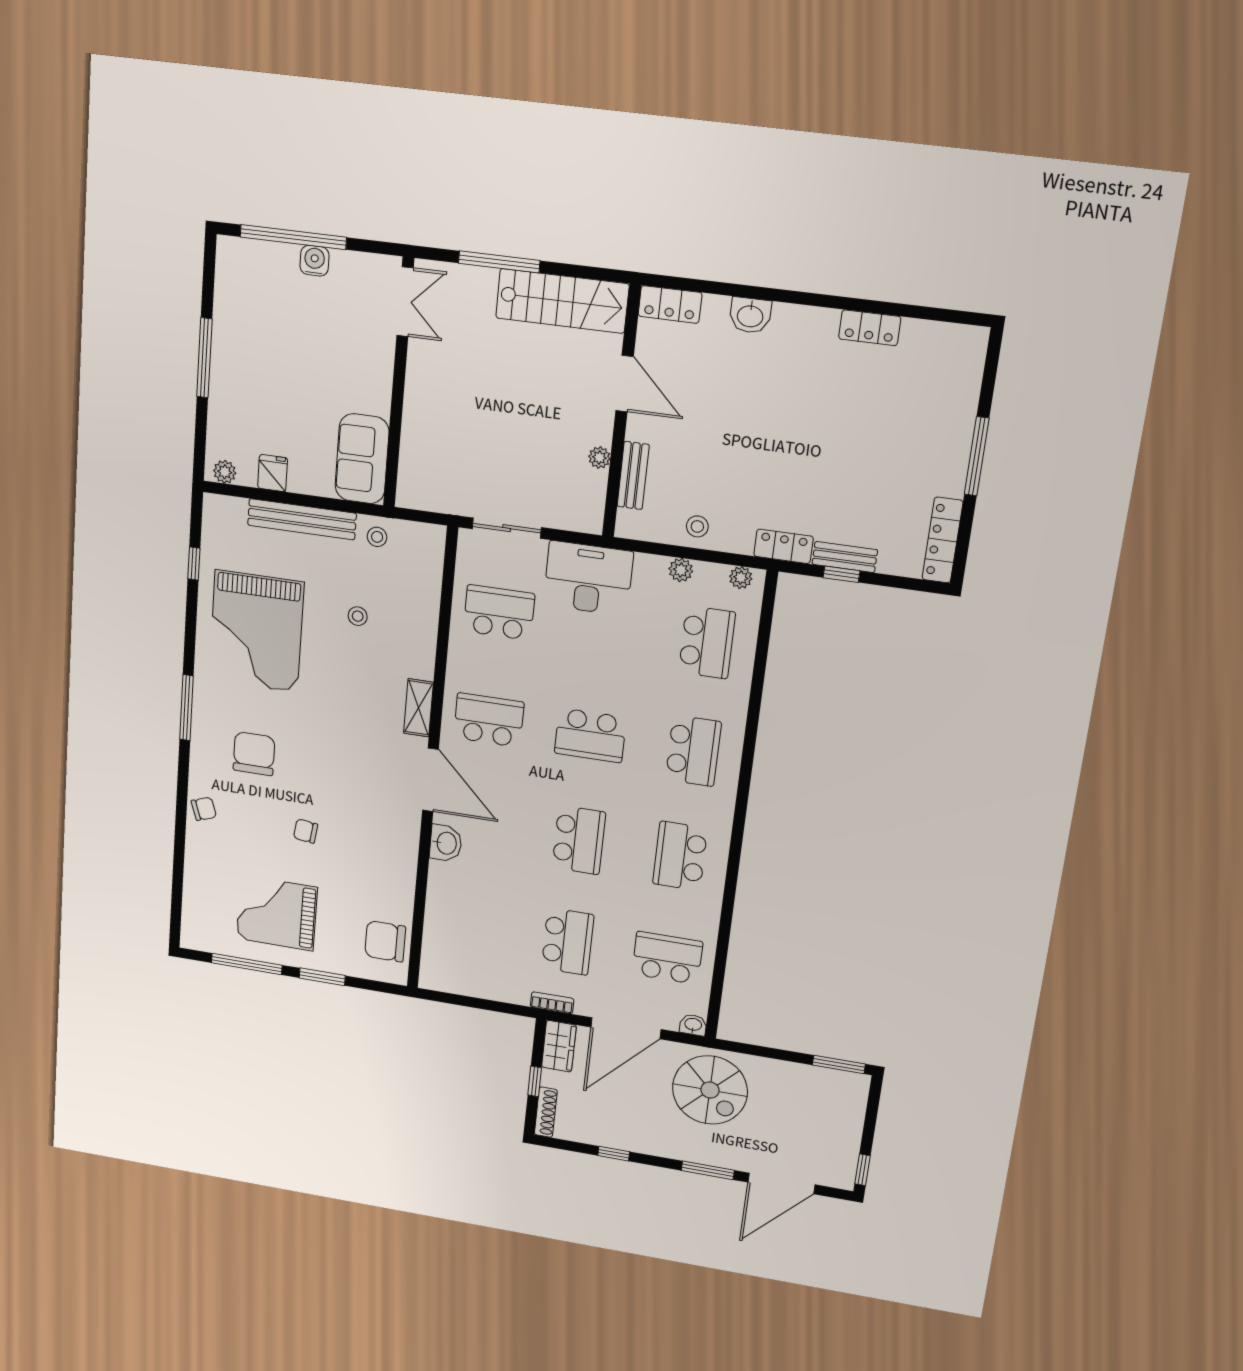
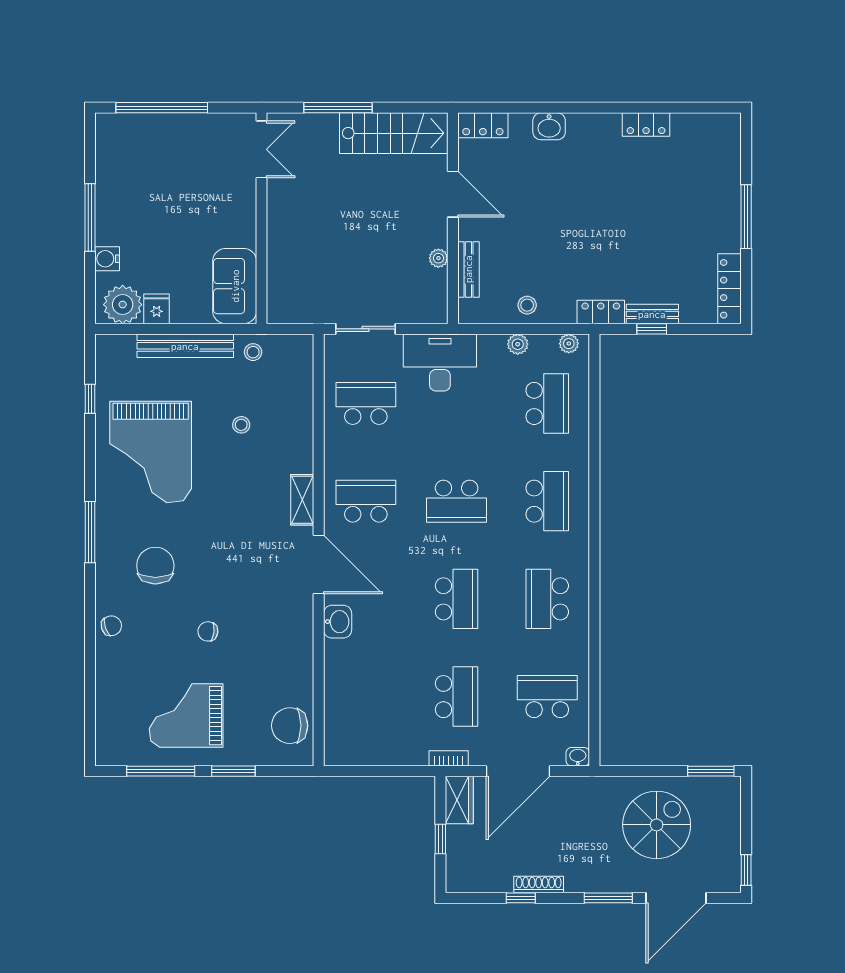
water cooler: (314, 261) -> (107, 259), moved, turned -90
plant: (225, 472) -> (123, 305), width x1.88, depth x1.88
spiral stairs: (710, 1090) -> (657, 825), moved, turned -90
shoe rack: (546, 1112) -> (539, 884), moved, turned -90

